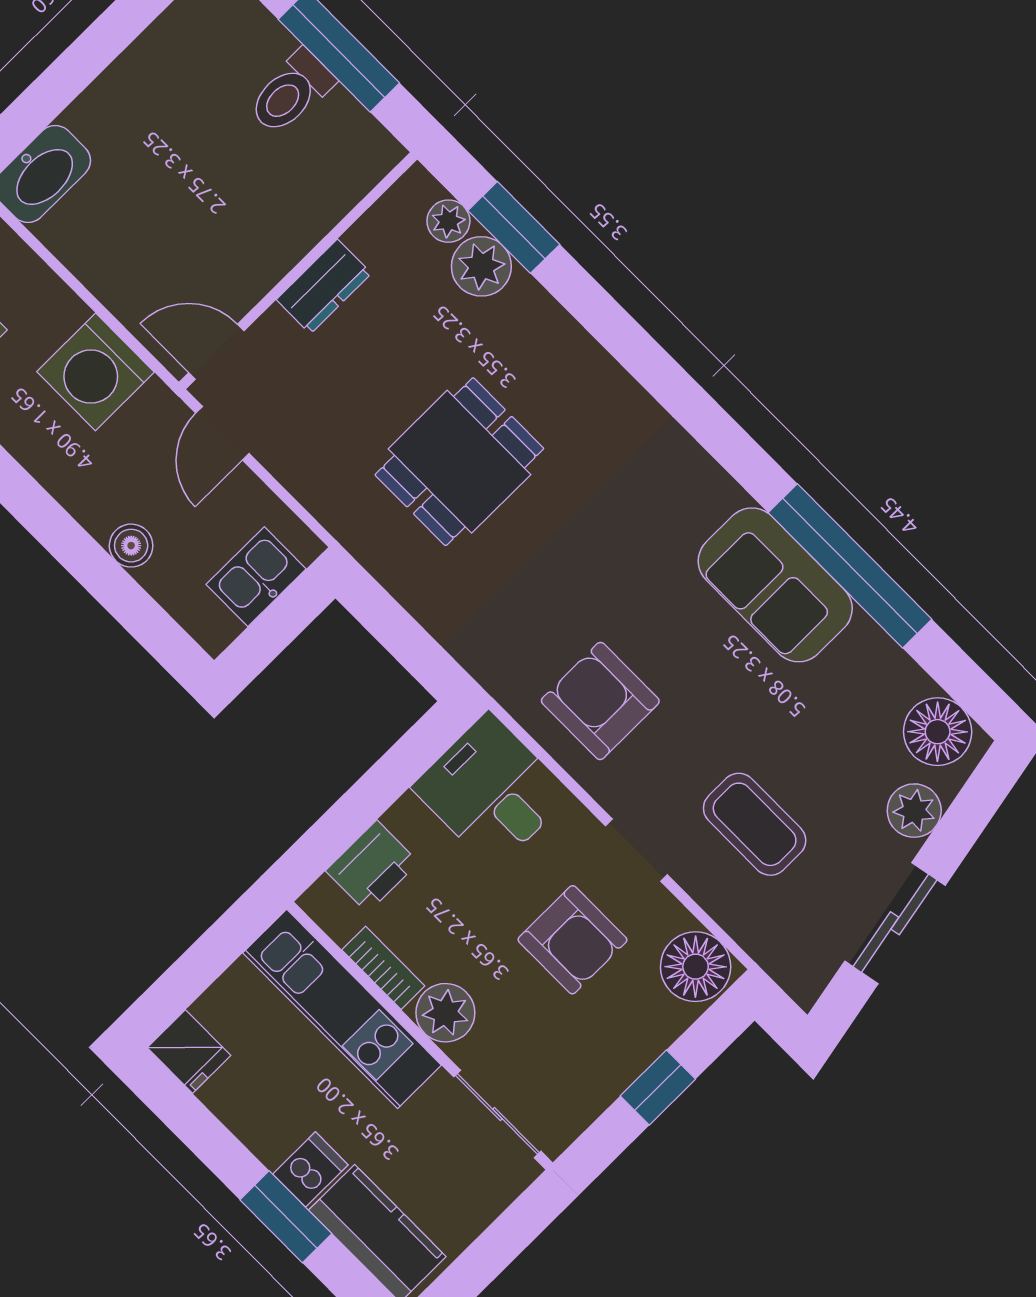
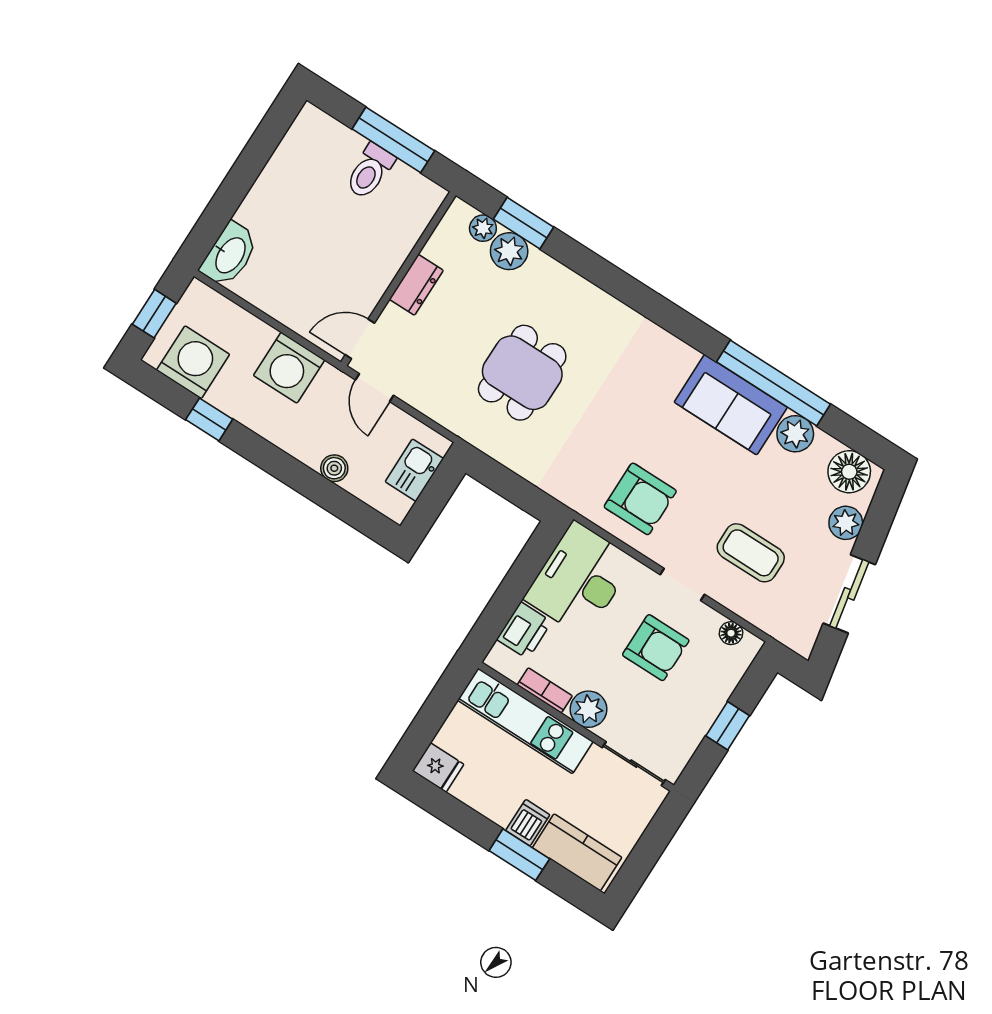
plant: (866, 653) -> (795, 434), added
armchair: (600, 701) -> (640, 499), turned 180
desk: (491, 791) -> (579, 579), width x1.37
floor lamp: (696, 967) -> (731, 633), width x0.53, depth x0.53

